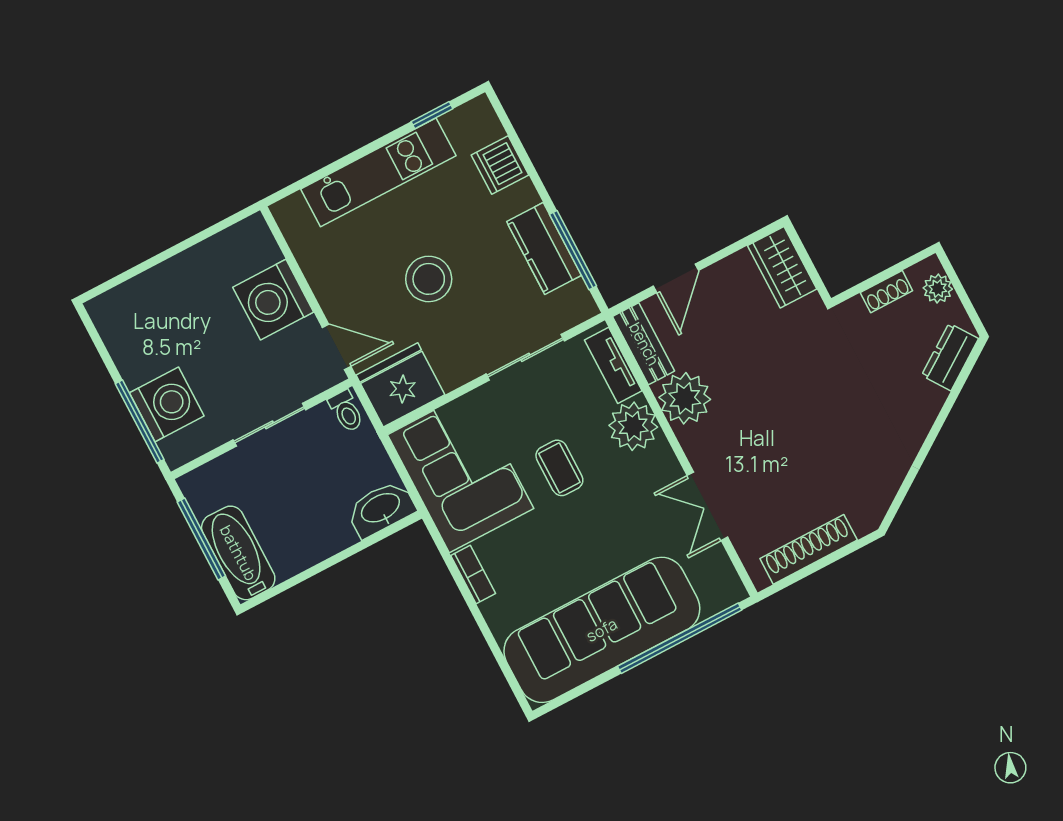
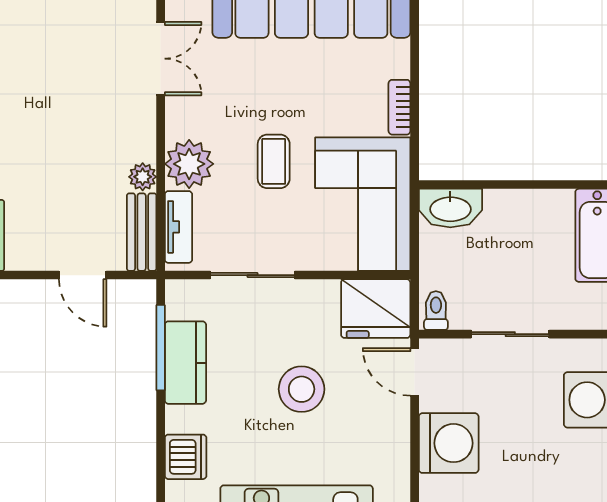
door: (676, 278) -> (83, 275), swing flipped
plant: (685, 398) -> (143, 177), width x0.53, depth x0.53

